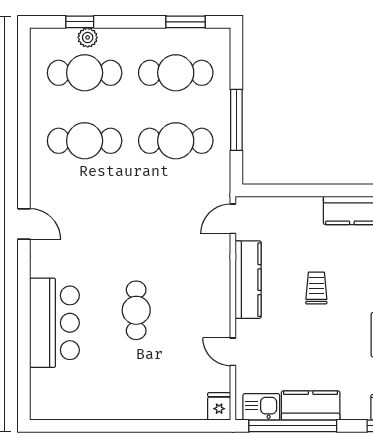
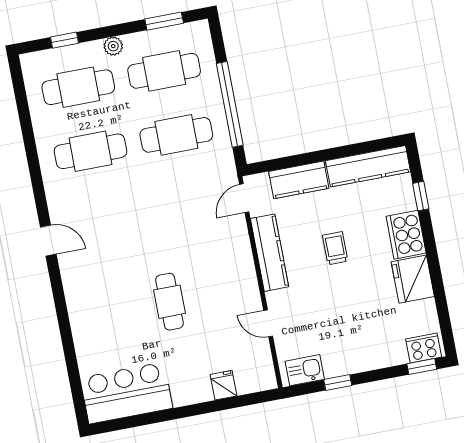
plant: (88, 37) -> (113, 46), moved
window: (236, 120) -> (230, 104), width x1.46
bar counter: (54, 323) -> (127, 393), moved, turned -90
fridge: (219, 406) -> (224, 385), moved
kitchen counter: (311, 406) -> (299, 180), moved, turned 180
window: (293, 426) -> (338, 382), width x0.32

